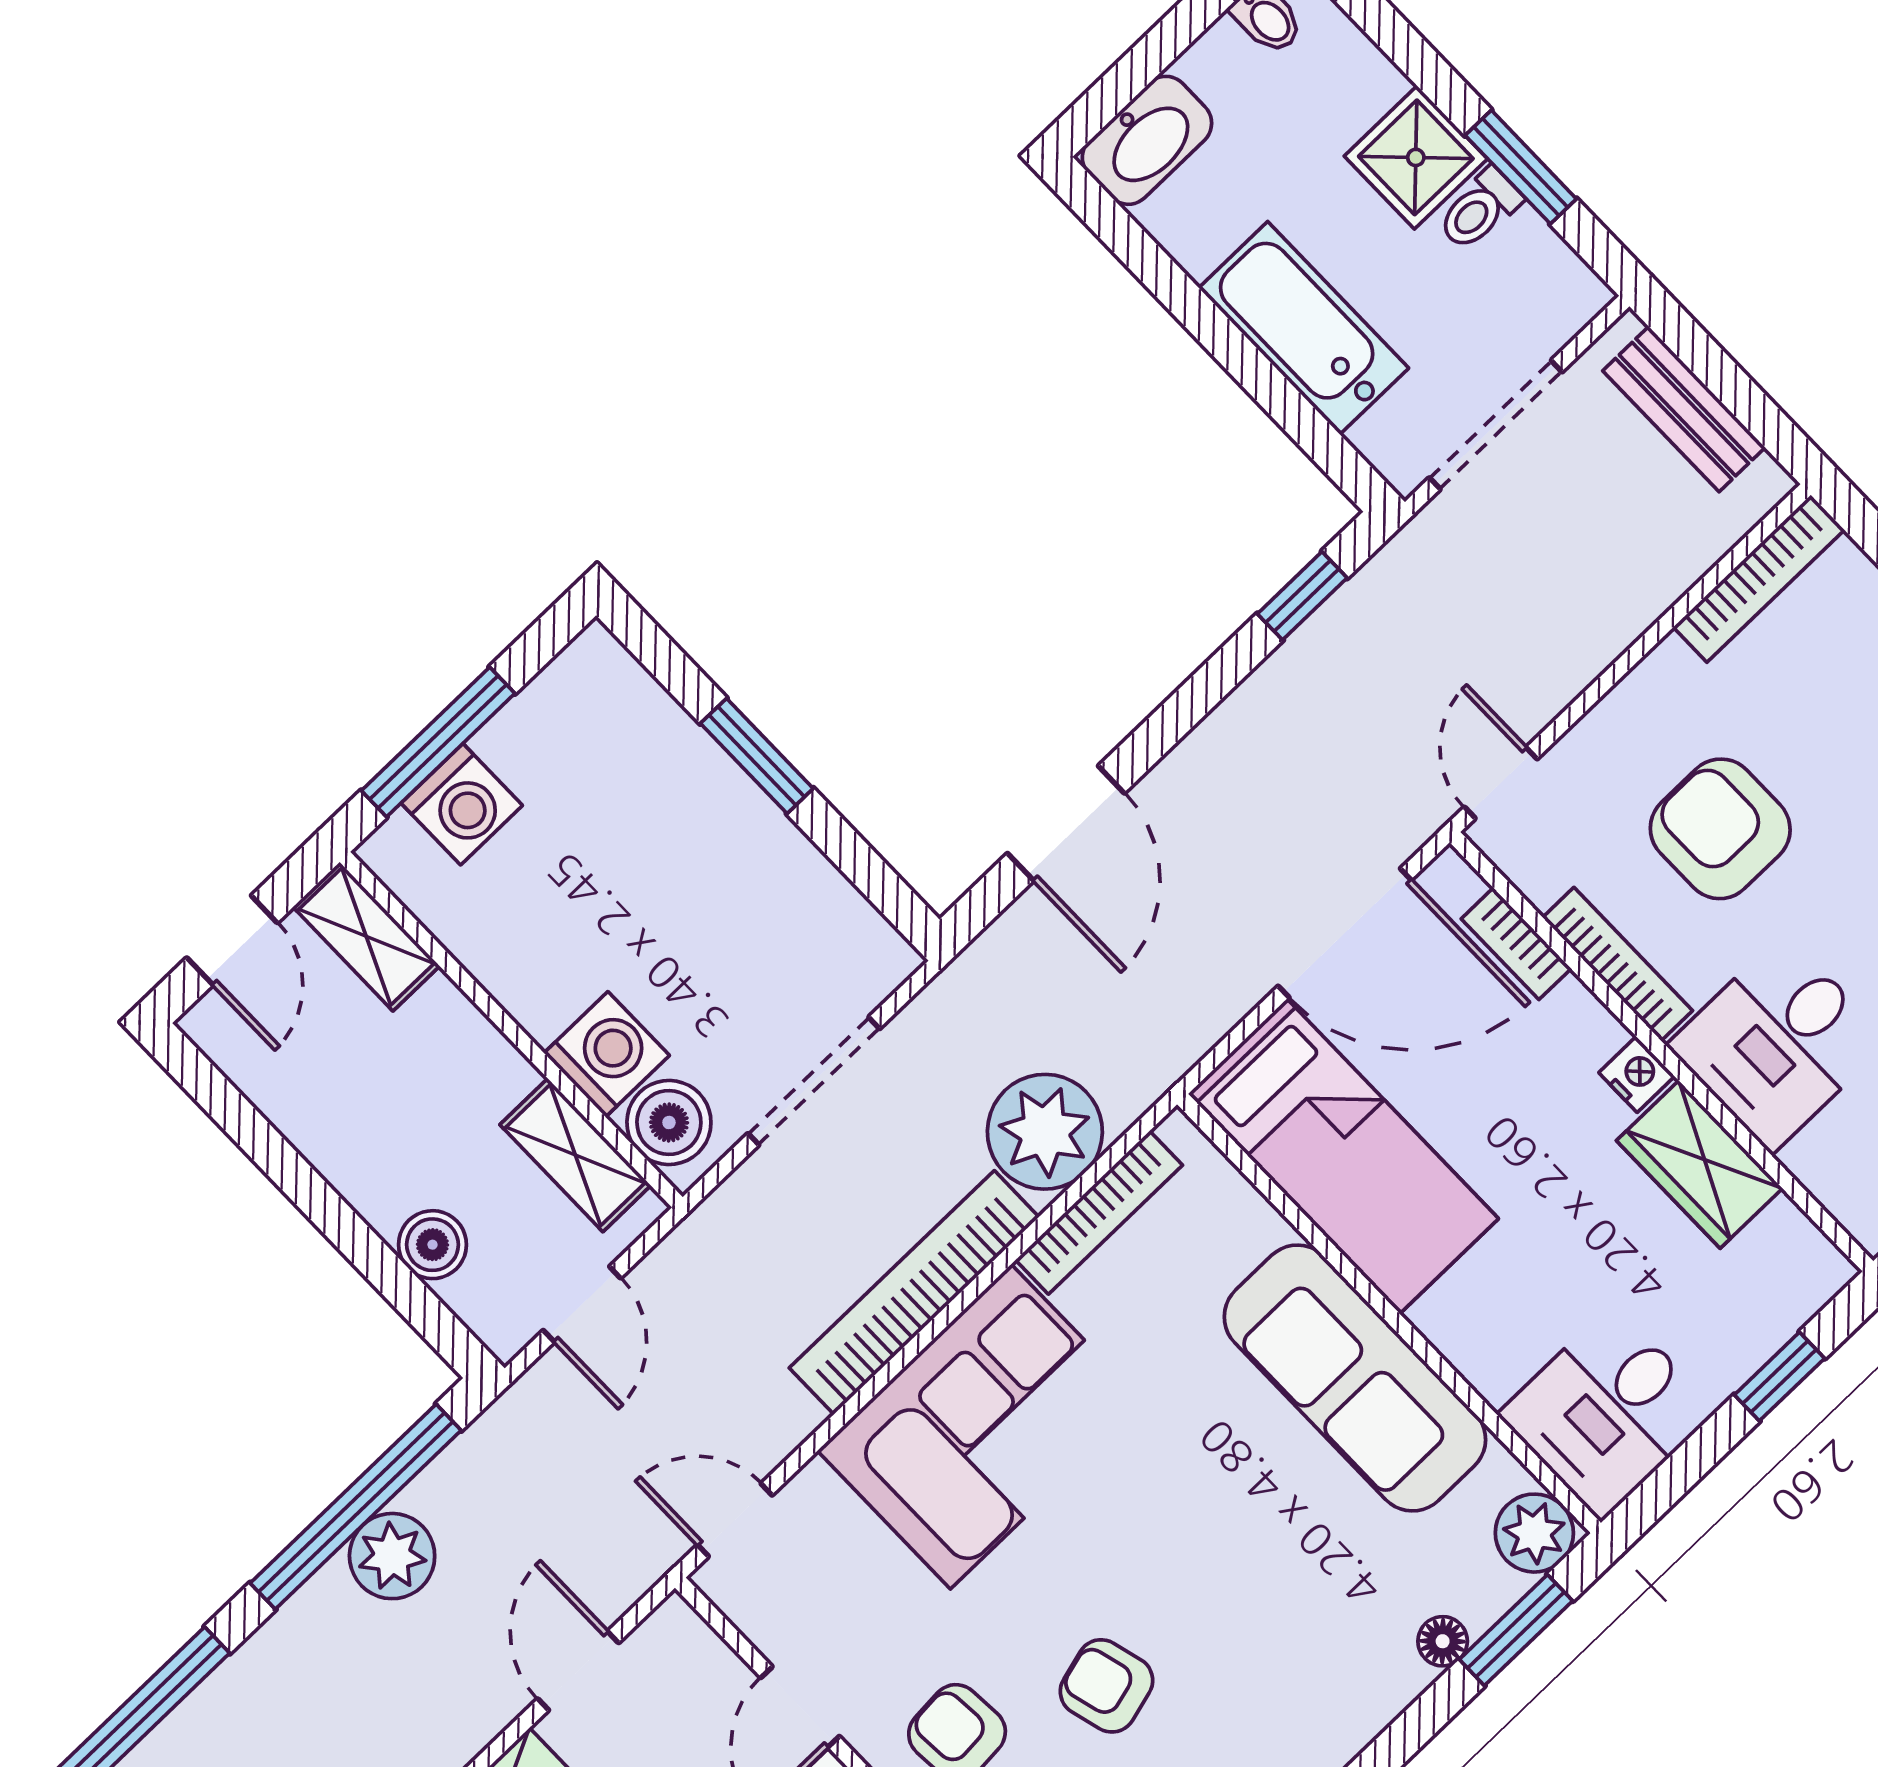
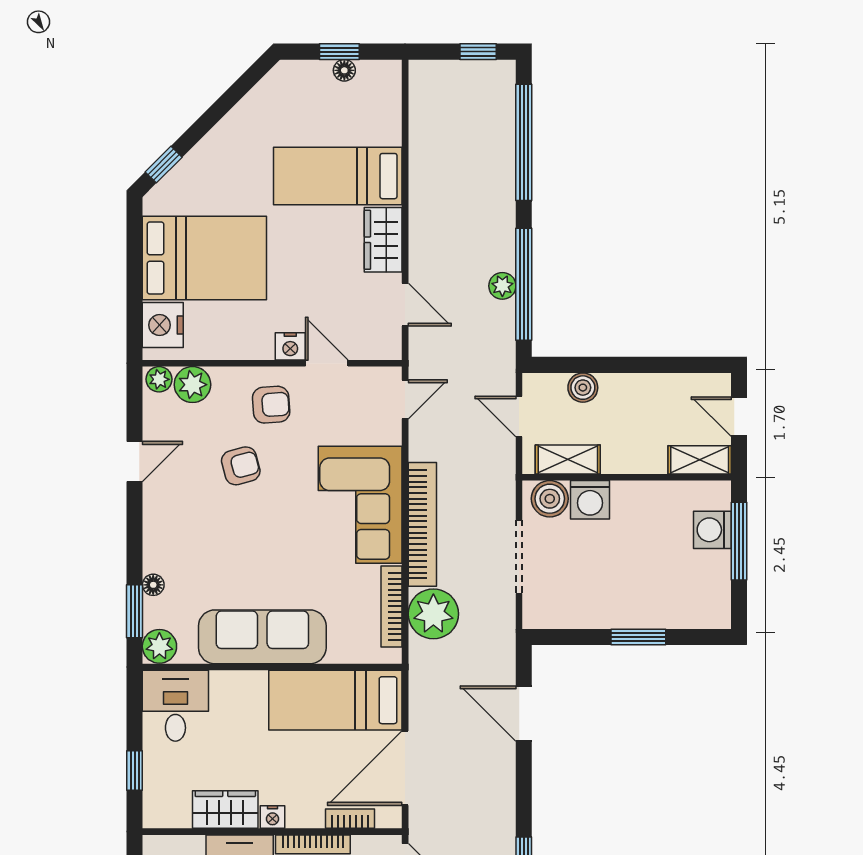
plant: (392, 1556) -> (502, 286), width x0.73, depth x0.73

